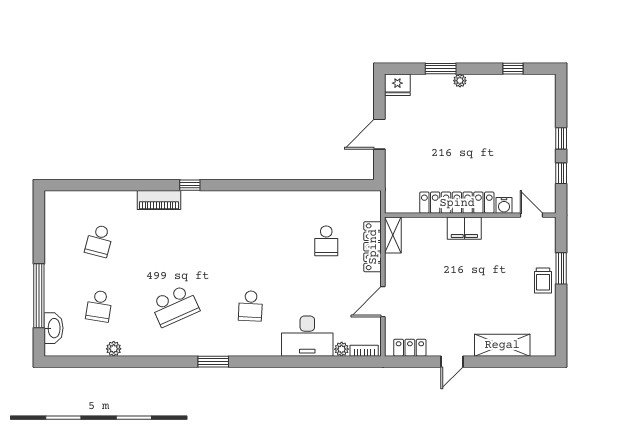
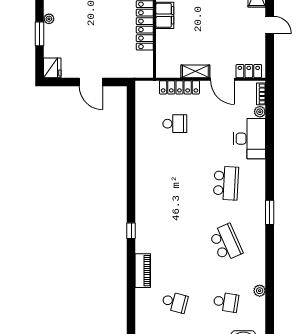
piano: (159, 200) -> (143, 271), moved
shelving: (393, 235) -> (195, 71), moved
school desk: (251, 306) -> (226, 183), width x1.85
locker: (410, 348) -> (249, 71), moved, turned 90

